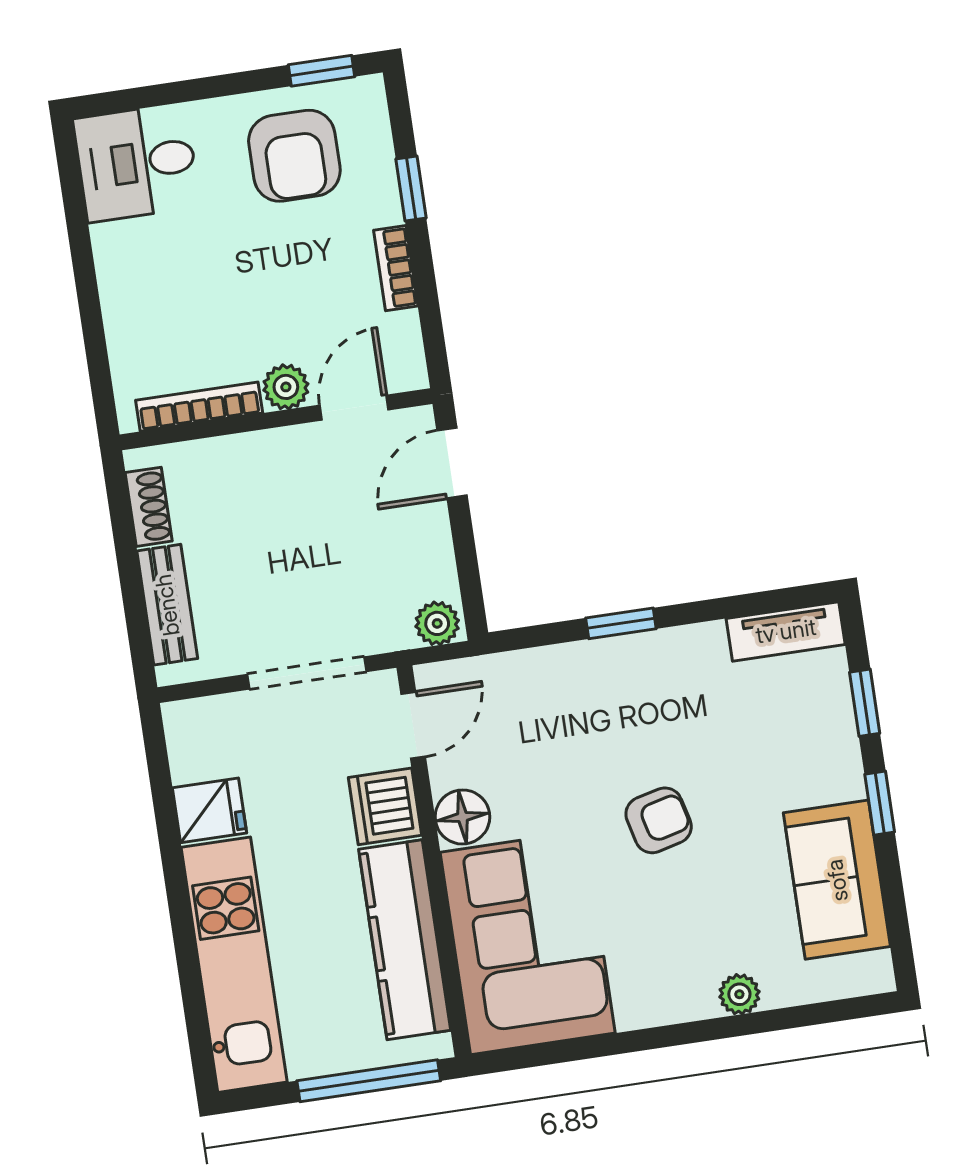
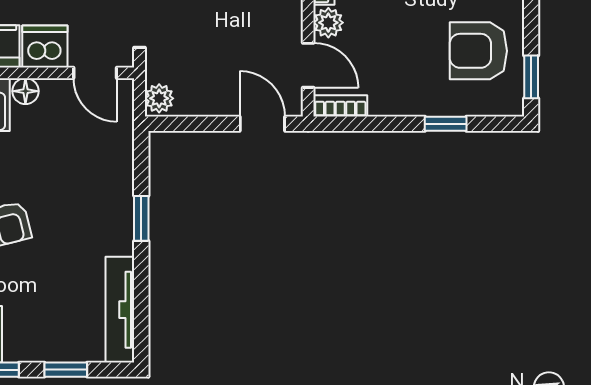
bookcase: (396, 268) -> (340, 106), moved
tv unit: (786, 631) -> (120, 310), width x1.41
floor lamp: (462, 817) -> (25, 91), width x0.73, depth x0.73

